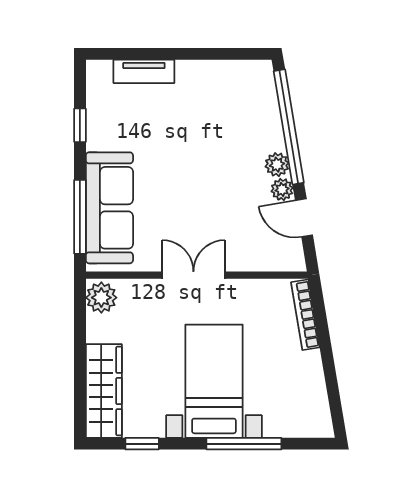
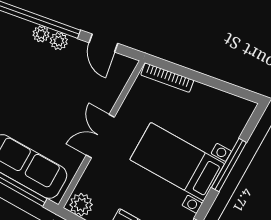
plant: (282, 189) -> (41, 34), moved
door: (304, 218) -> (103, 43), hinge flipped

